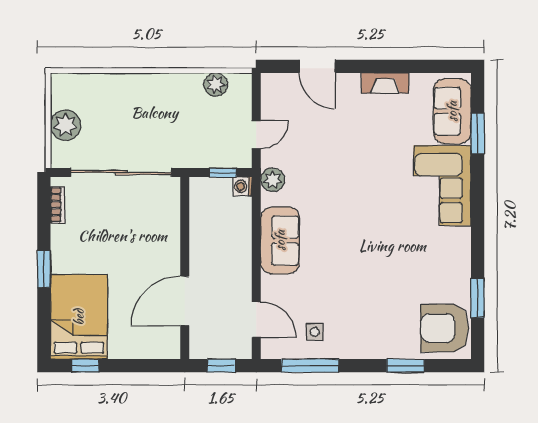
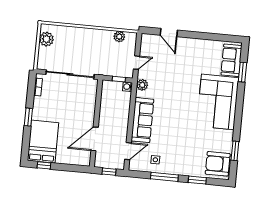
fireplace: (385, 83) -> (201, 44), removed
plant: (65, 125) -> (46, 39), moved
corner sofa: (442, 186) -> (218, 102), width x1.36, depth x1.36
sofa: (280, 240) -> (142, 120), width x1.36
door: (256, 320) -> (128, 151), hinge flipped
window: (310, 366) -> (164, 177), moved

